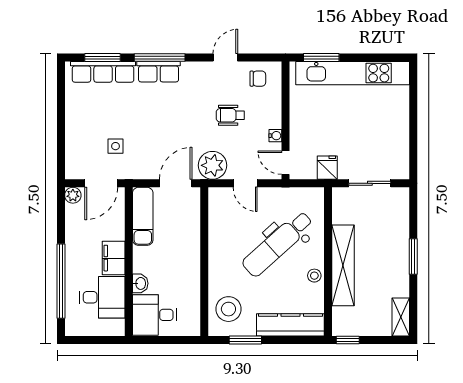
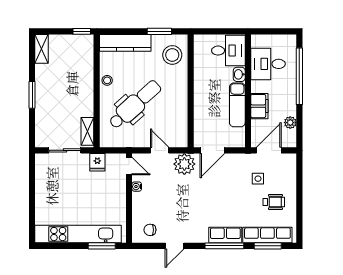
wheelchair: (230, 115) -> (274, 202), moved
plant: (73, 195) -> (290, 123), moved
exam couch: (143, 216) -> (237, 105), moved
filing cabinet: (114, 258) -> (259, 106), moved
shelving: (343, 265) -> (87, 131), moved, width x0.45, depth x0.75

